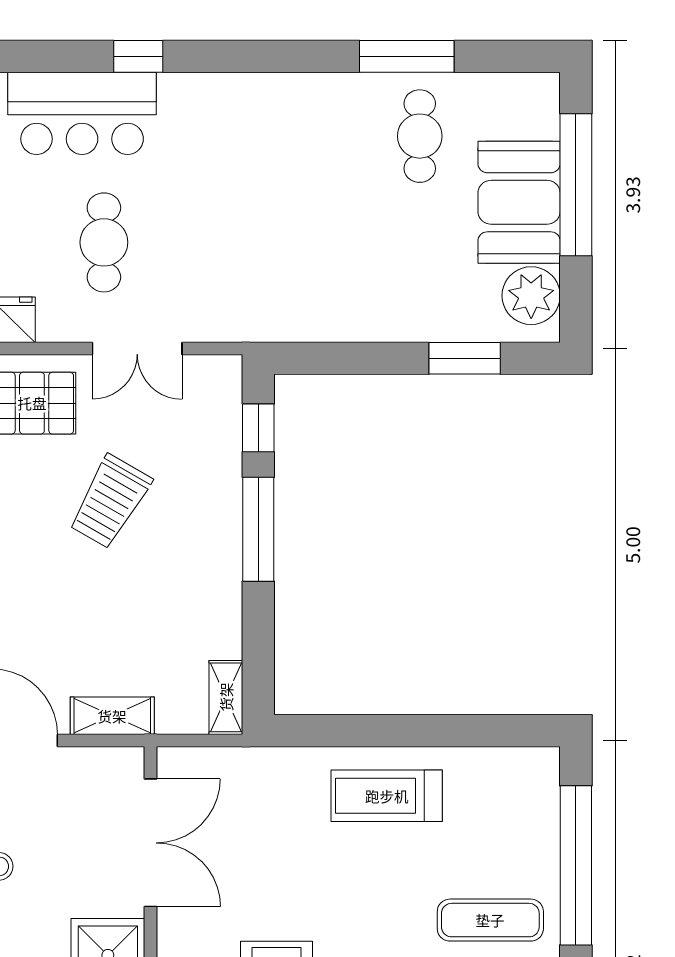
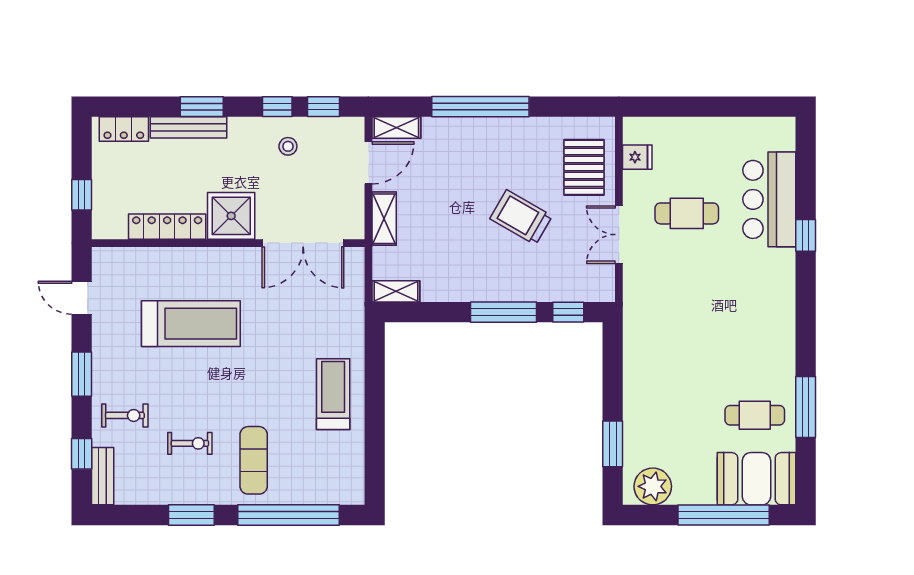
booth: (519, 202) -> (756, 479), moved

